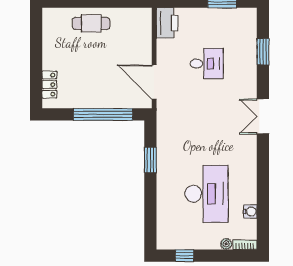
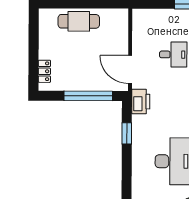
cafe table: (91, 23) -> (79, 21), width x1.37, depth x1.35
printer: (167, 23) -> (141, 102), moved

